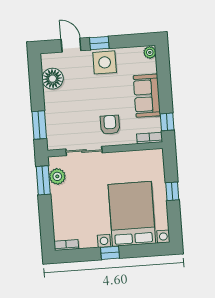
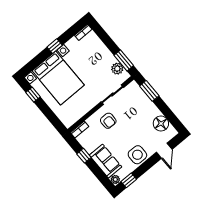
window: (99, 43) -> (129, 180), moved
door: (71, 45) -> (164, 151), hinge flipped
sofa: (147, 96) -> (106, 161), moved
window: (167, 122) -> (84, 156), moved
window: (172, 191) -> (33, 95), moved

